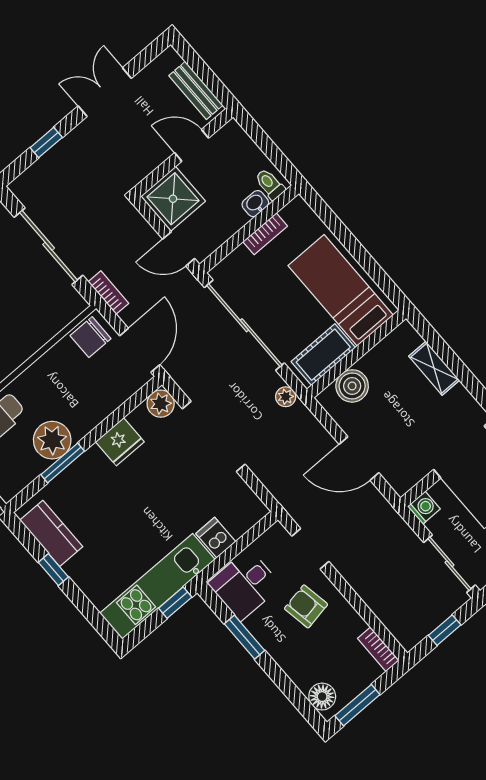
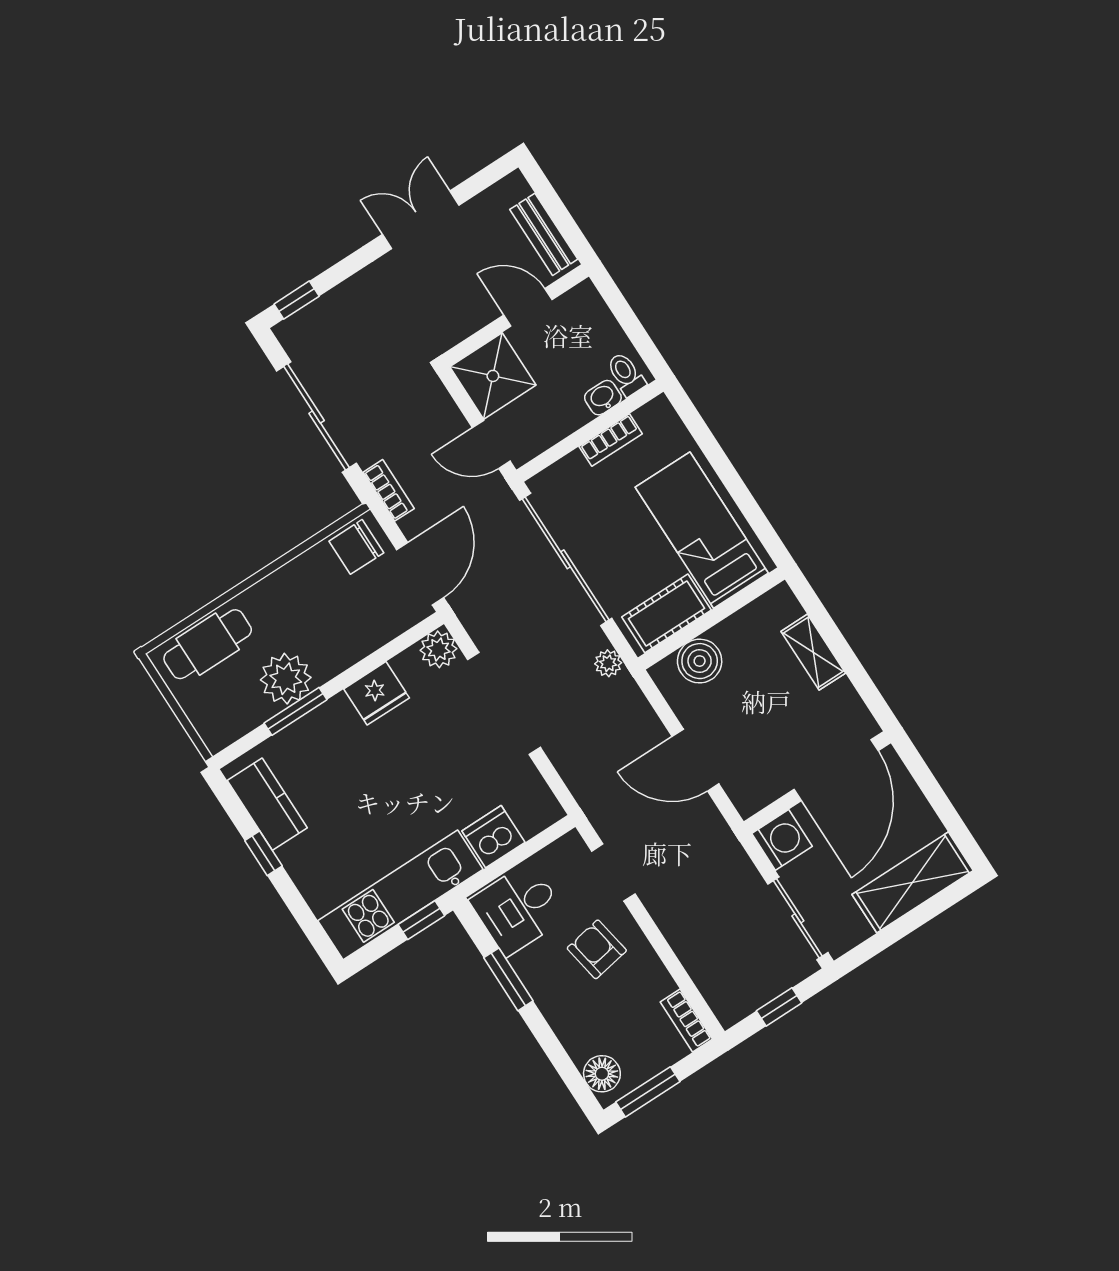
window: (46, 142) -> (297, 300), moved
washing machine: (424, 508) -> (782, 840), width x1.38, depth x1.38
dishwasher: (216, 538) -> (493, 837), width x1.38

